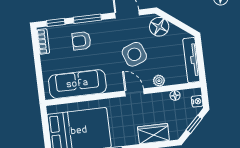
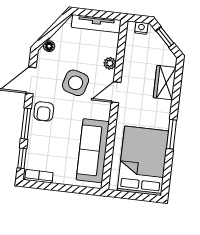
floor lamp: (159, 27) -> (49, 46), width x0.53, depth x0.53
armchair: (81, 41) -> (44, 111), moved
side table: (134, 54) -> (76, 83), turned 36
floor lamp: (175, 95) -> (130, 50), removed

